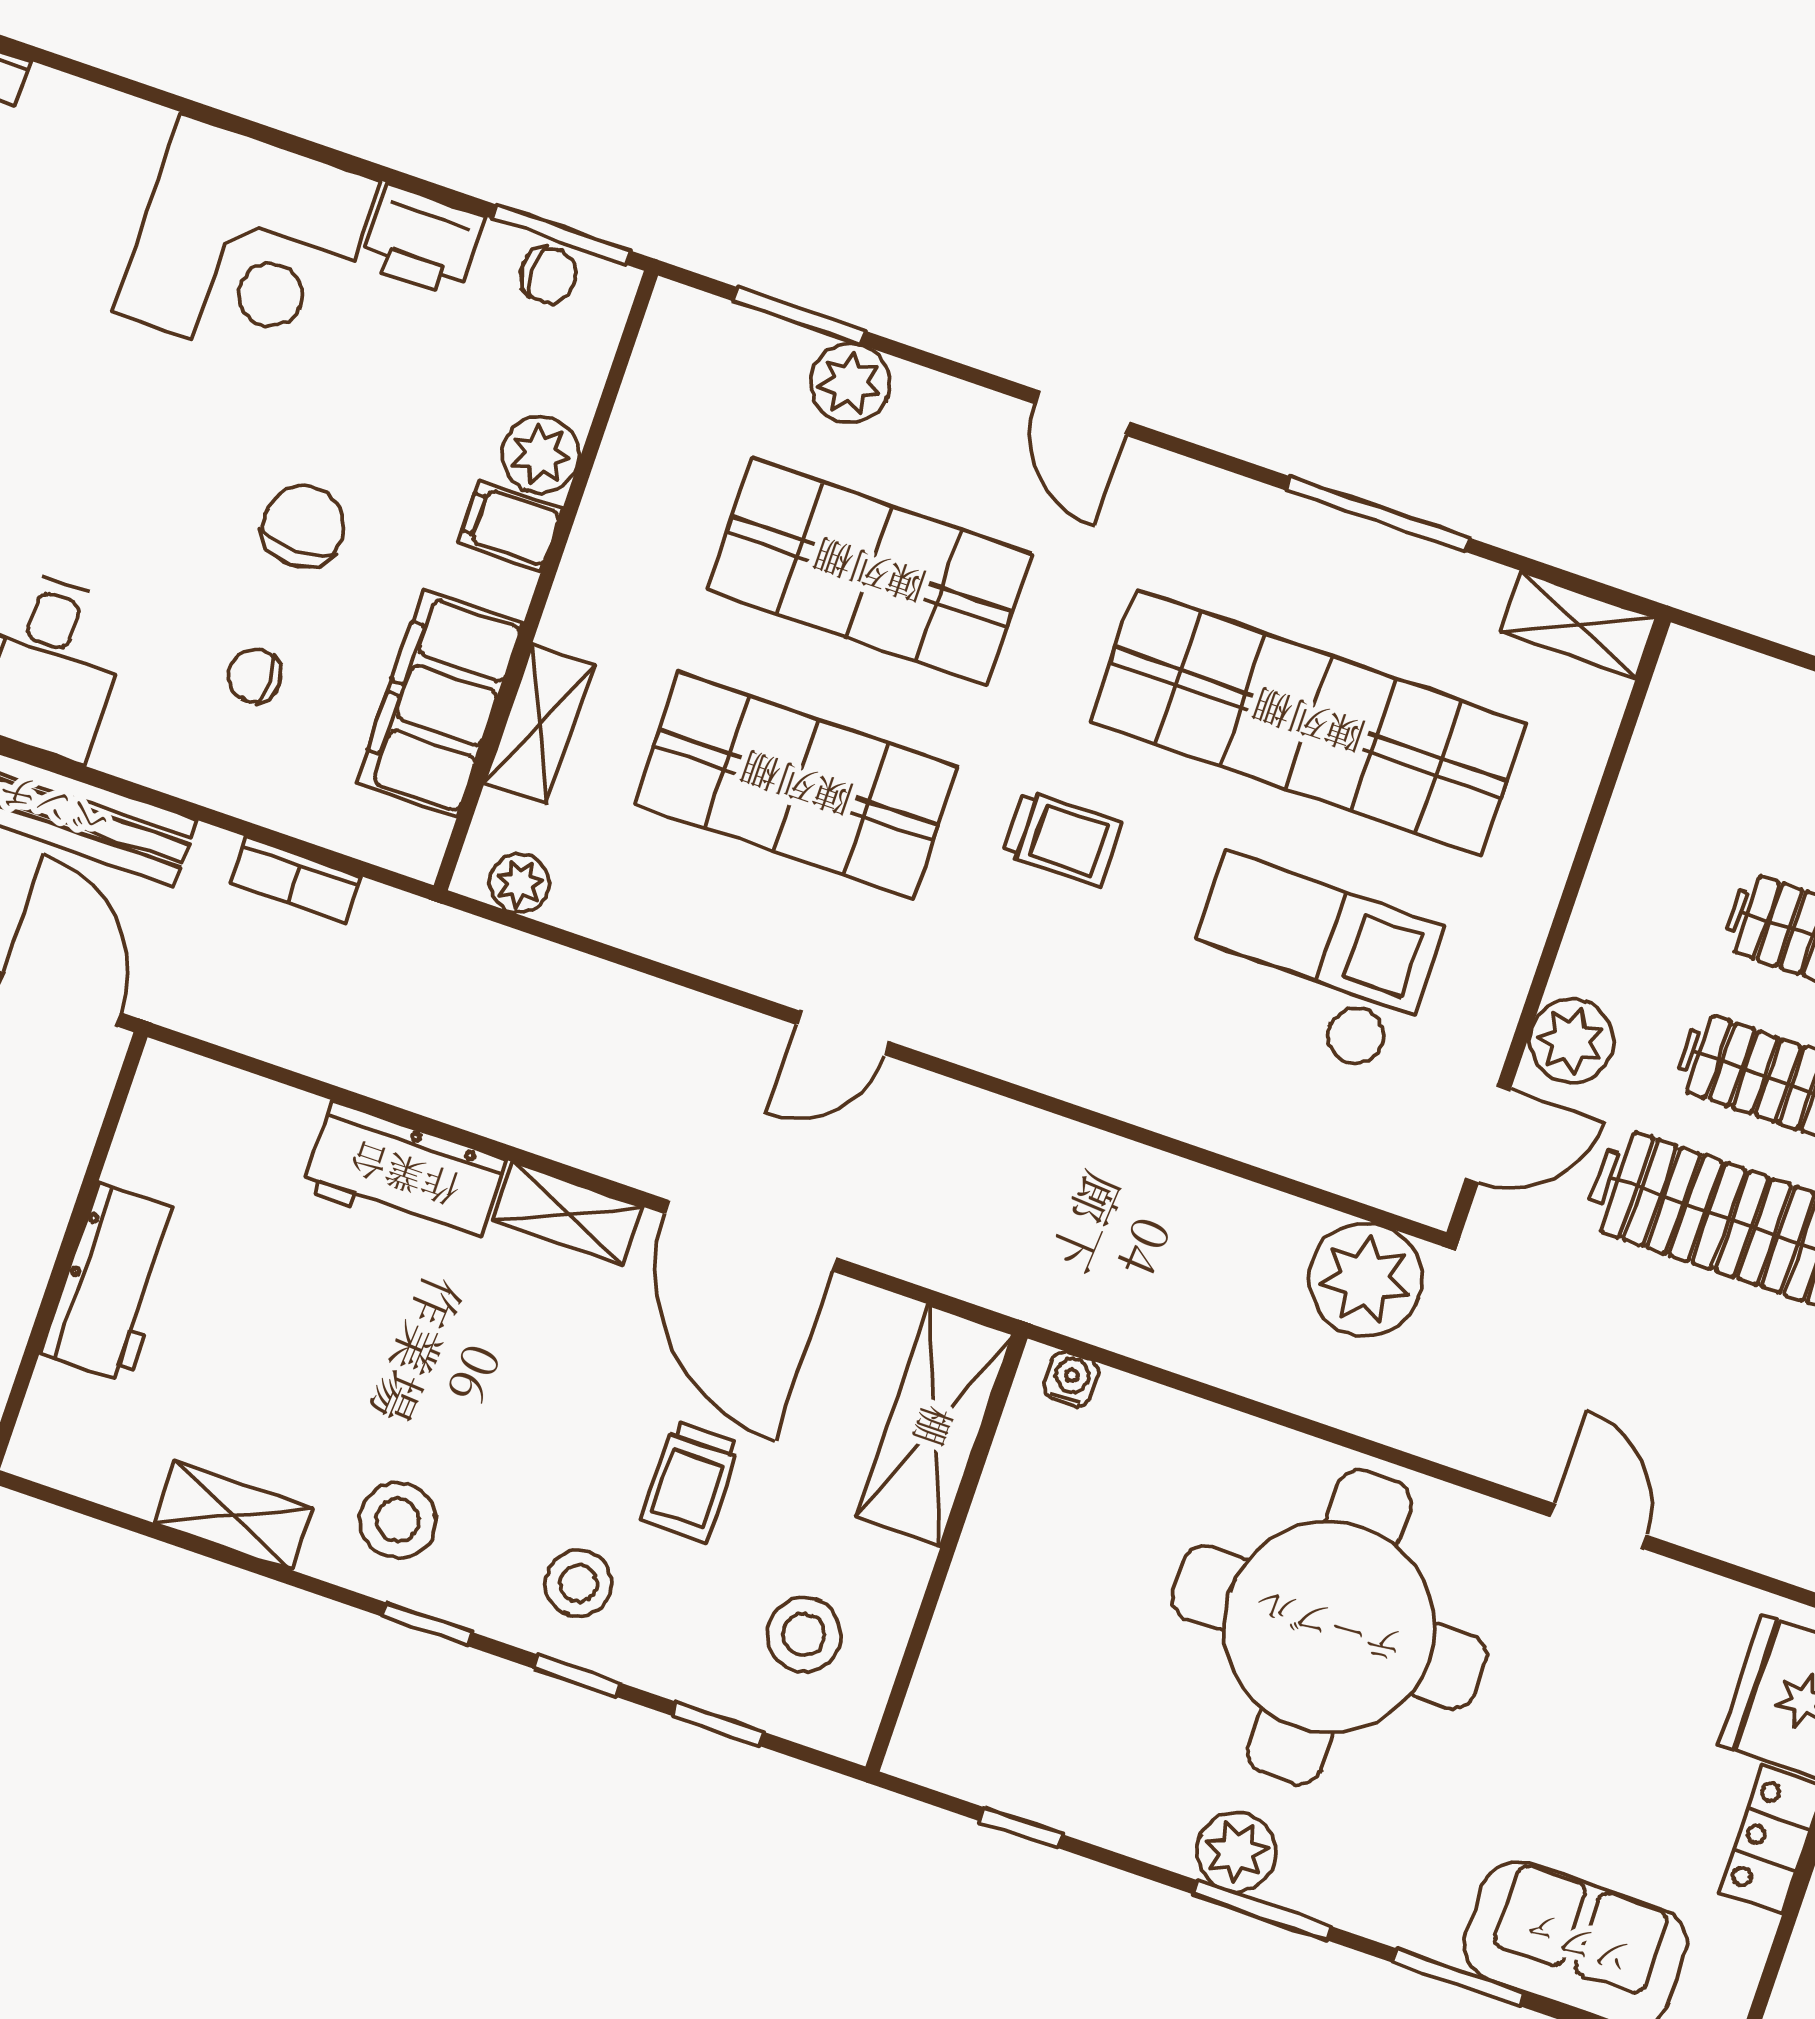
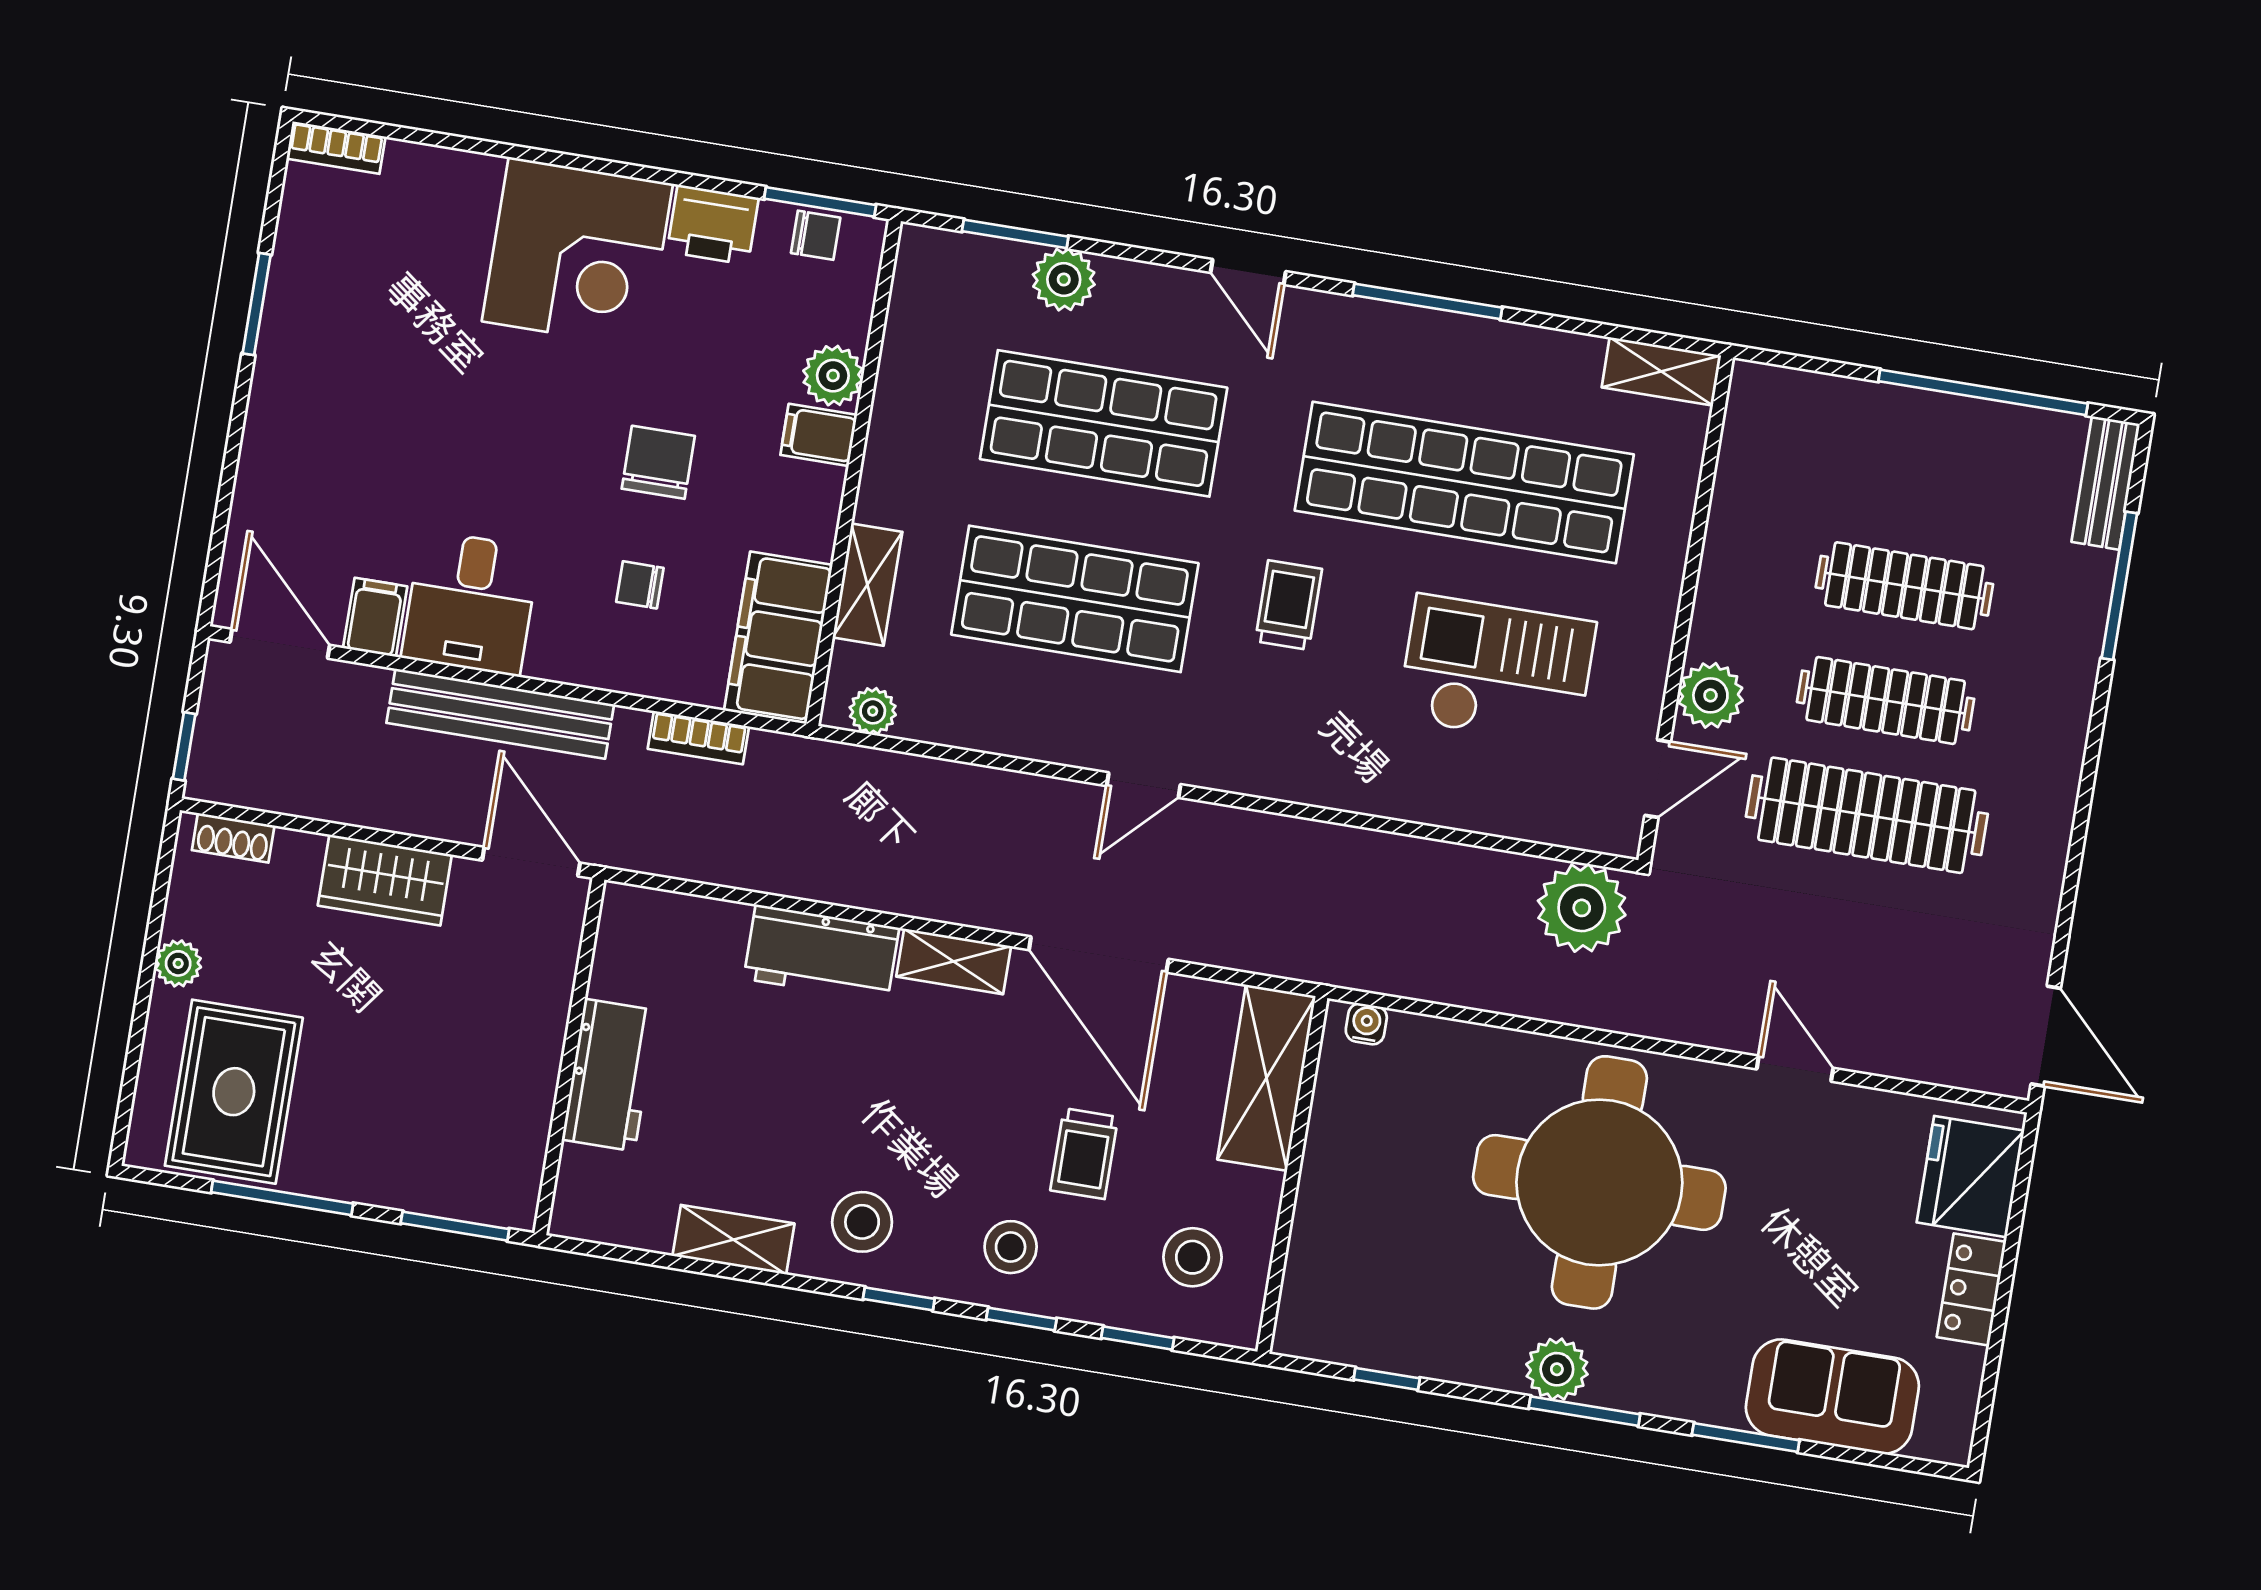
window: (1378, 514) -> (1427, 301), moved
filing cabinet: (440, 703) -> (778, 638), moved
trolley: (1062, 838) -> (1288, 605), turned -90

